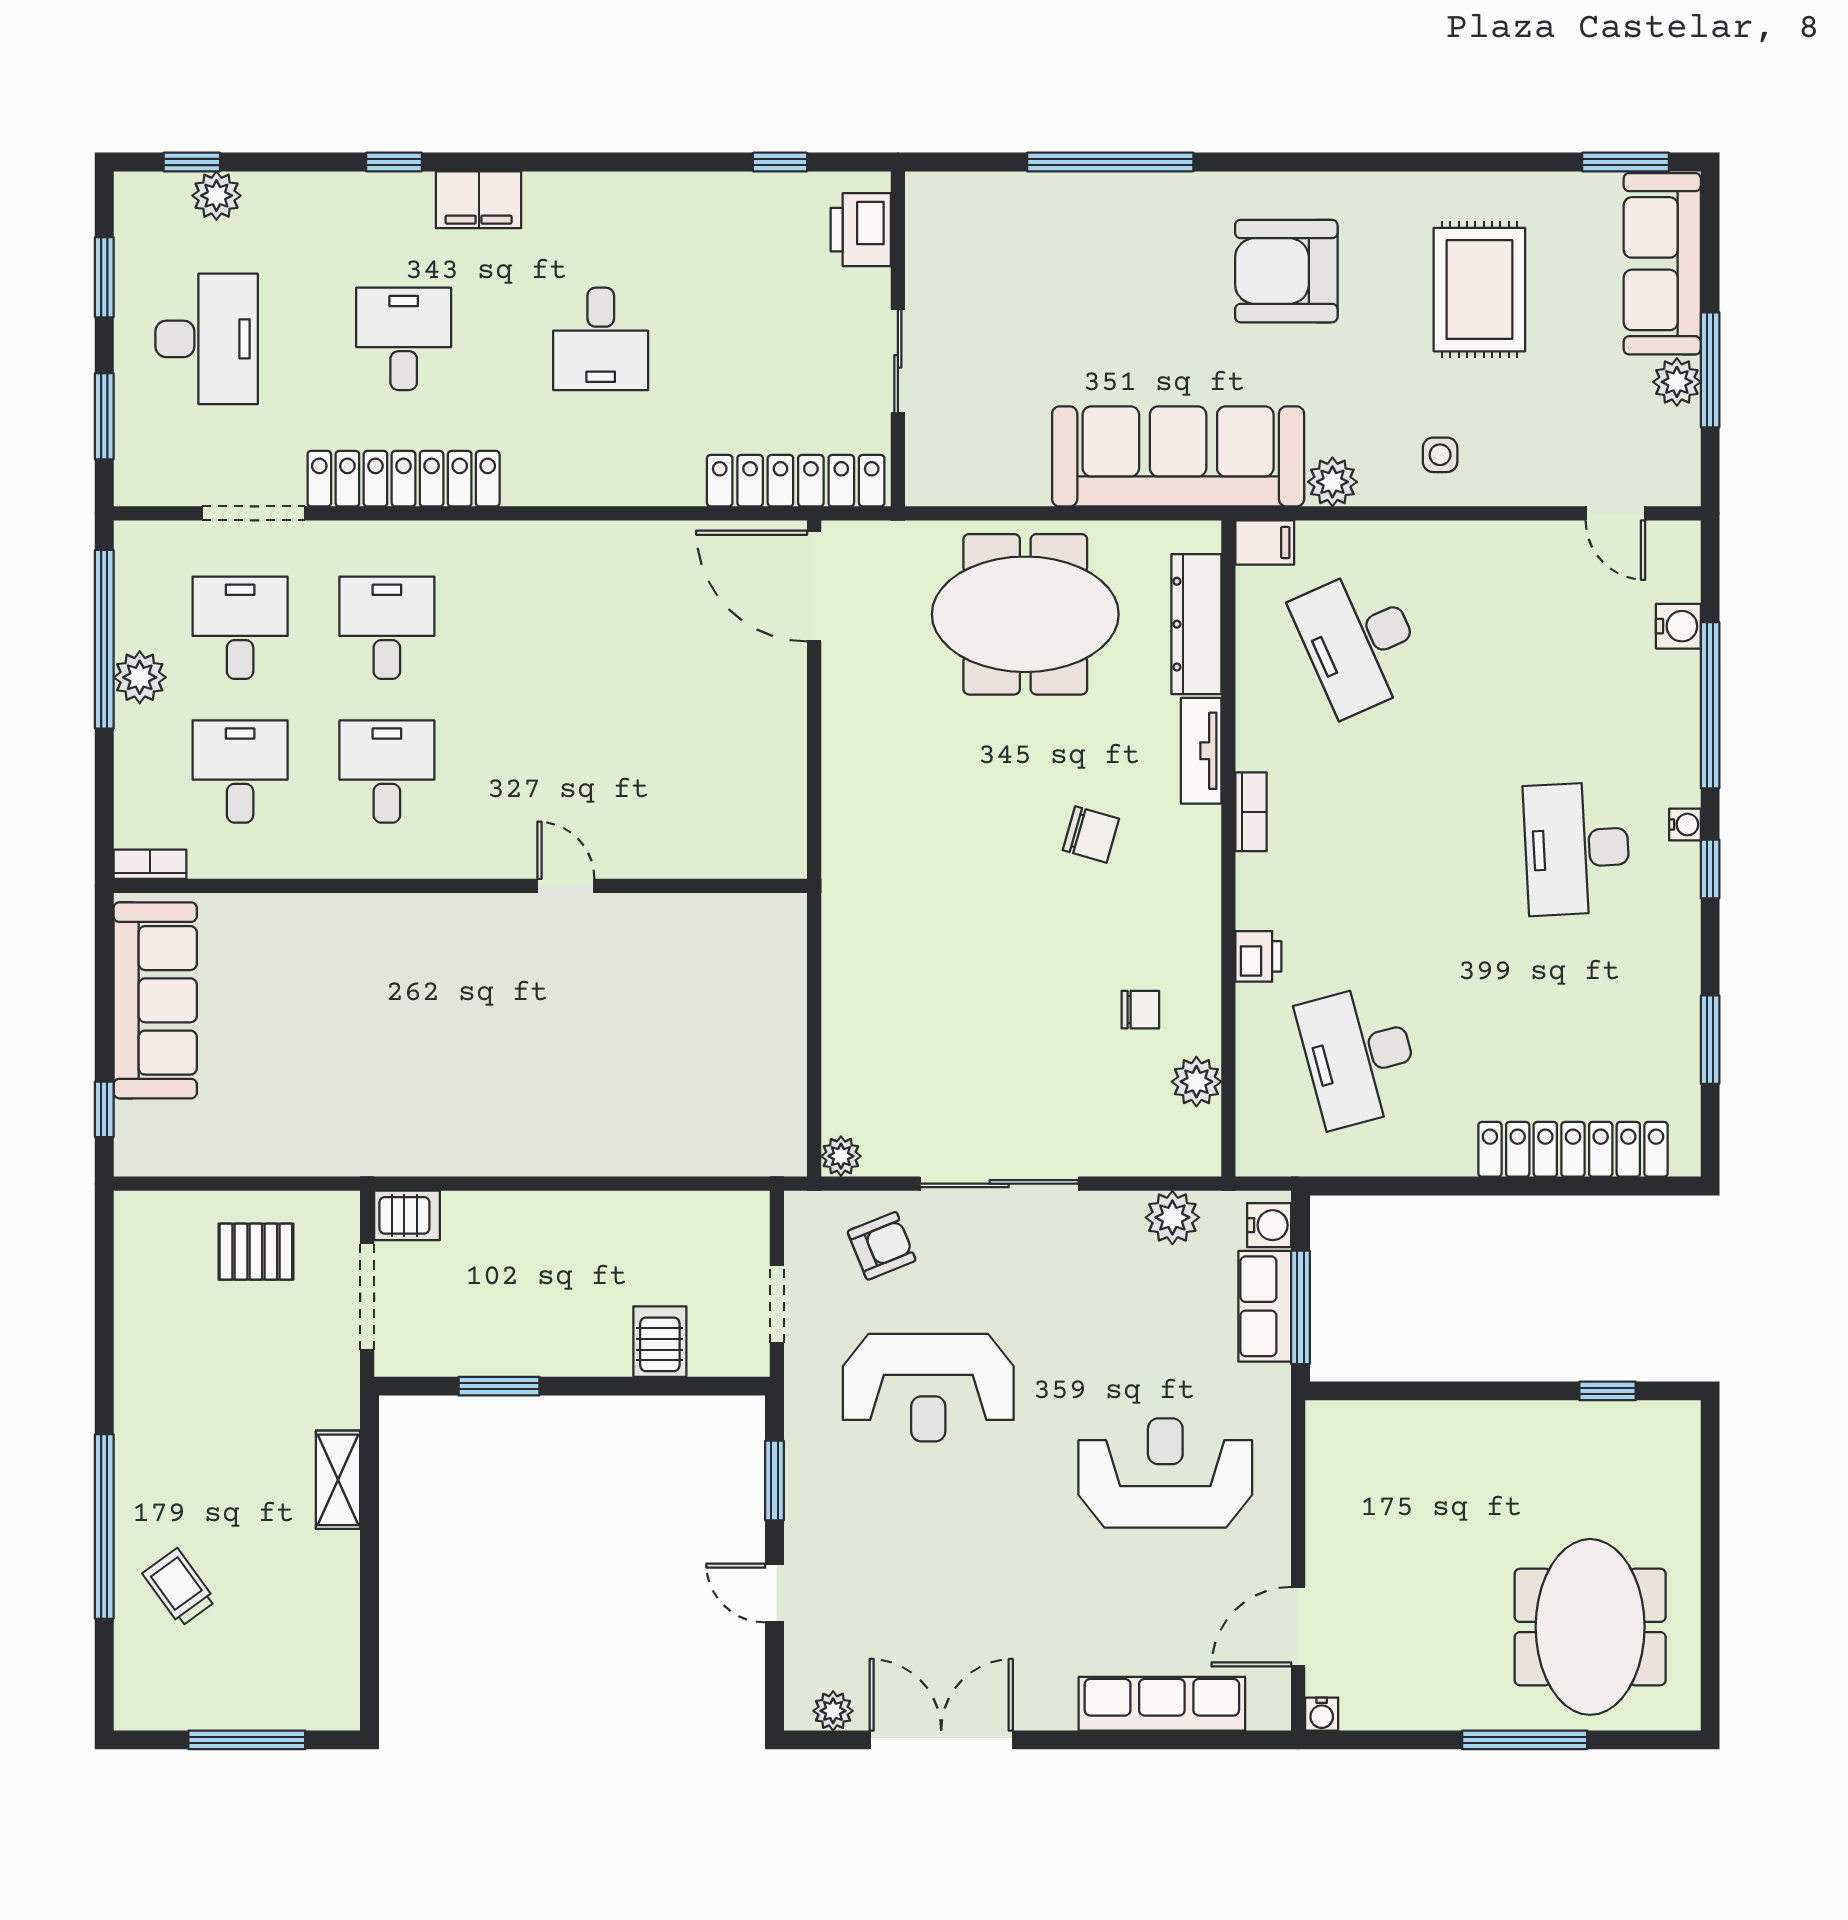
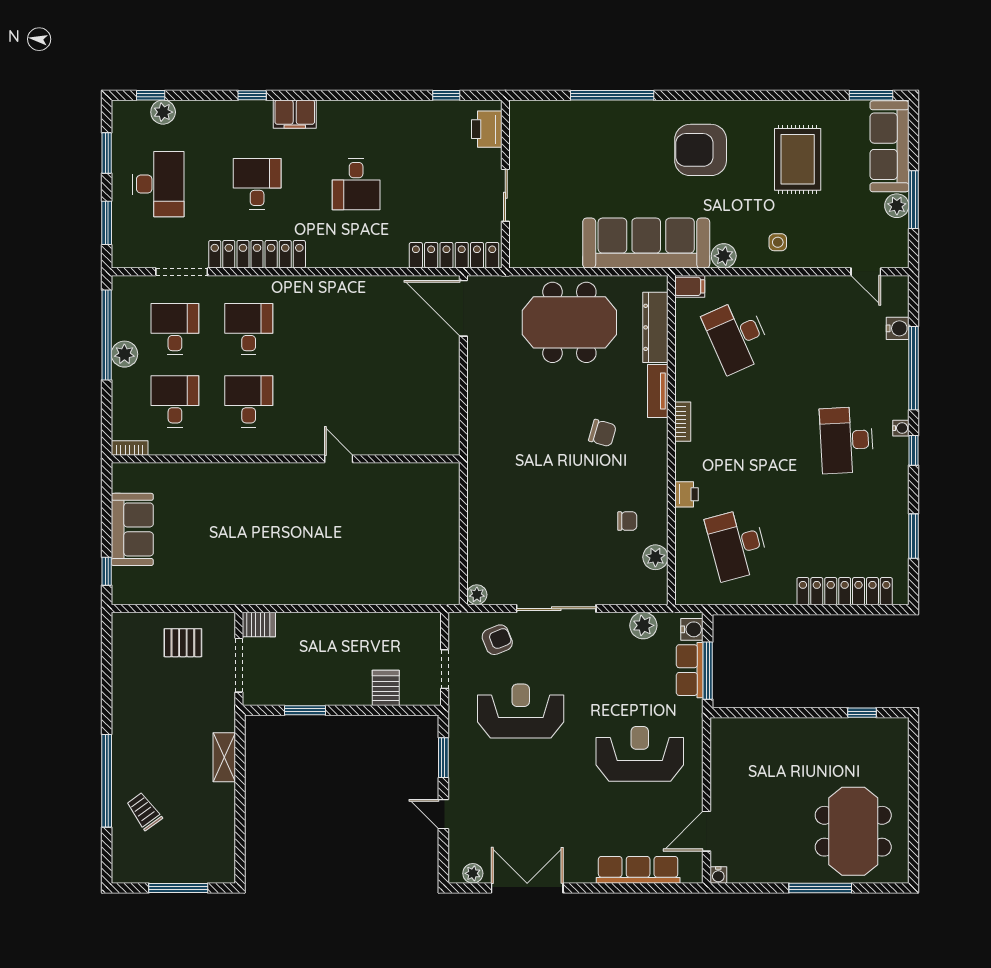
sofa: (155, 1000) -> (132, 529), width x0.73
reception desk: (928, 1388) -> (521, 711), turned 180

